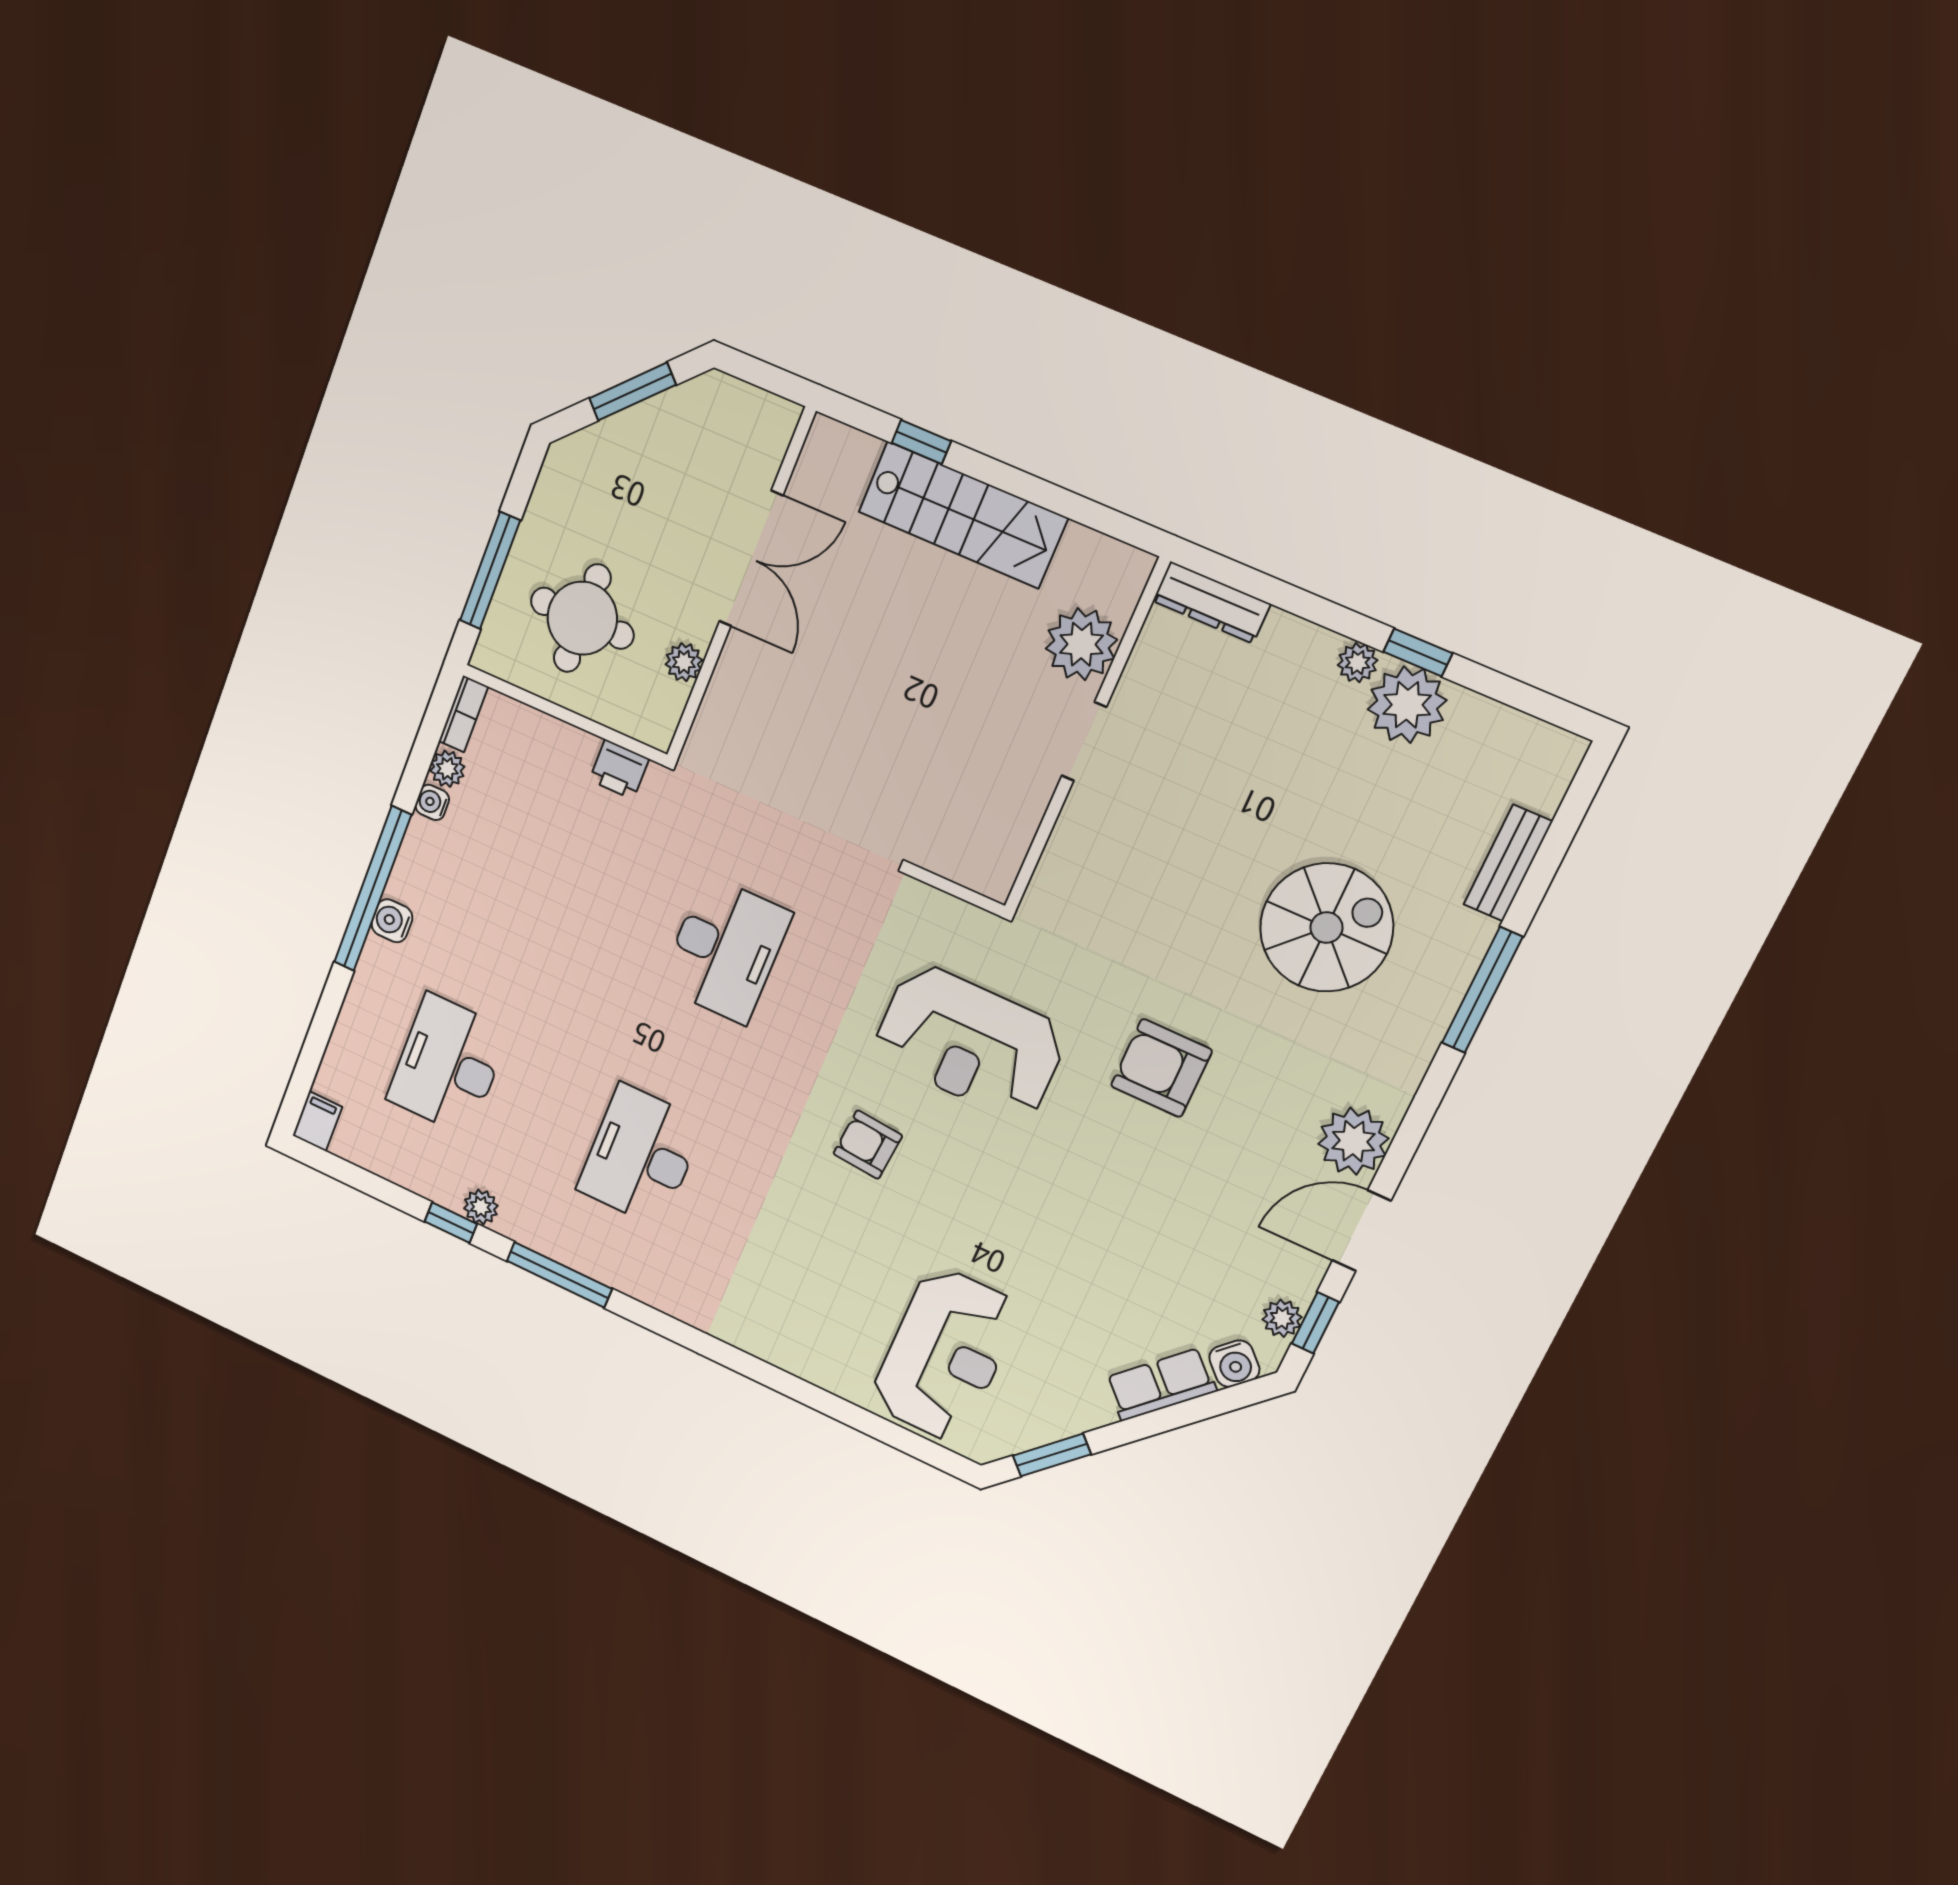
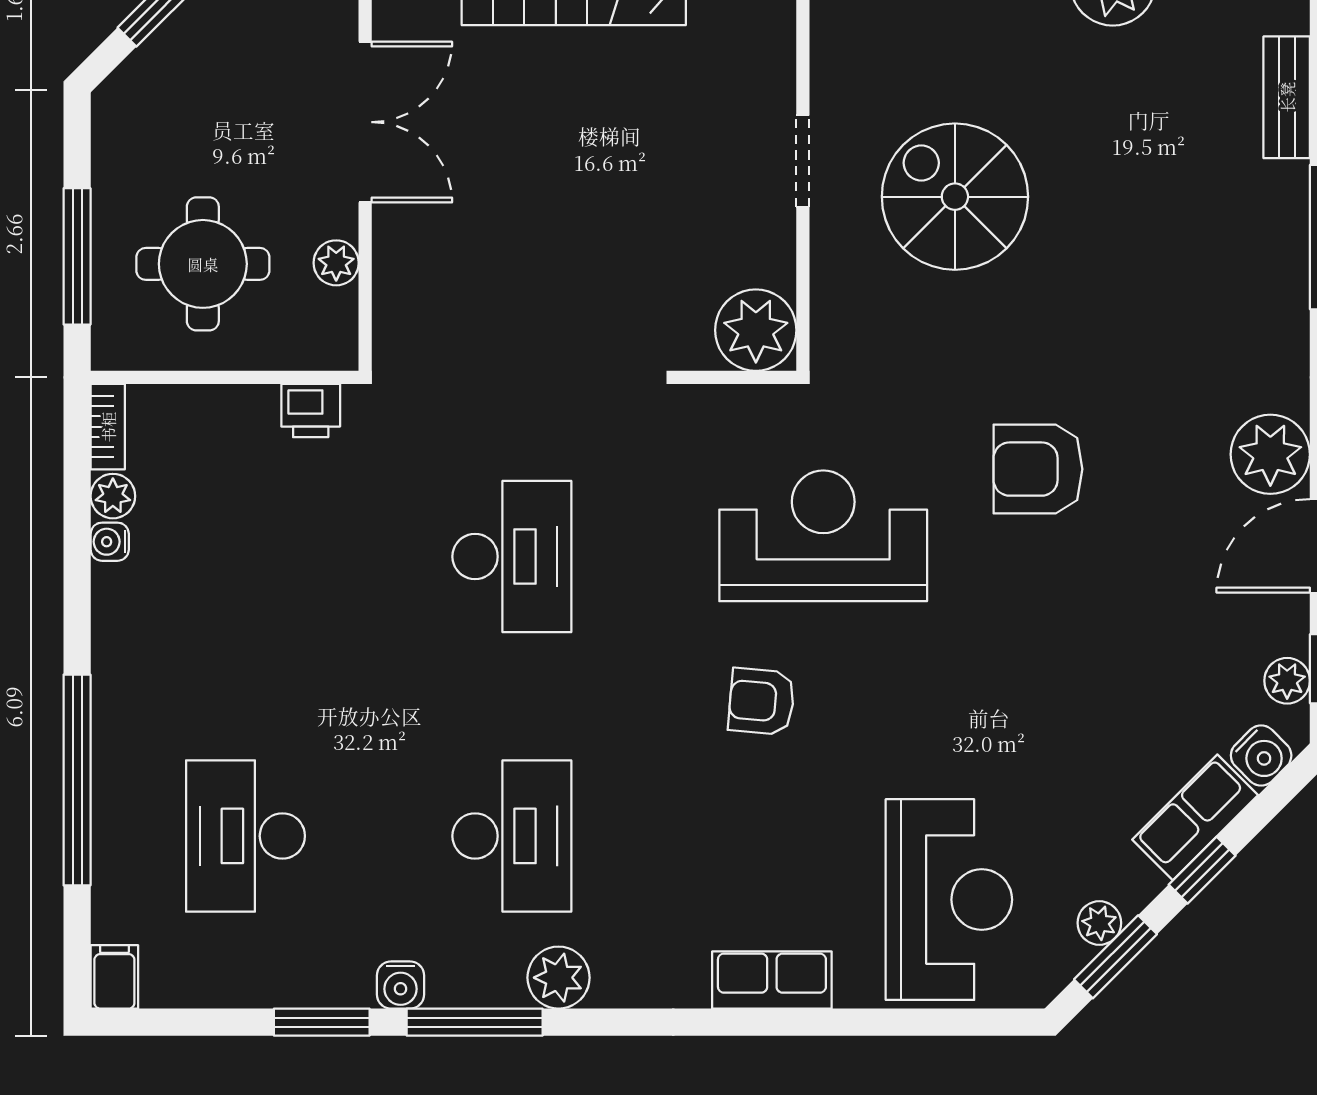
plant: (1081, 644) -> (756, 330), moved
window: (373, 889) -> (77, 780), moved
water cooler: (392, 921) -> (401, 985), moved, turned -90
spiral stairs: (1327, 928) -> (955, 197), moved, turned -90
reception desk: (970, 1042) -> (823, 536), turned 180
desk: (640, 1156) -> (512, 836), turned 180
plant: (481, 1207) -> (559, 978), moved, width x1.38, depth x1.38
window: (451, 1223) -> (322, 1022), width x1.50
row of seats: (788, 1349) -> (772, 980), added
plant: (1051, 1425) -> (1099, 923), added
window: (1148, 1425) -> (1202, 870), added

